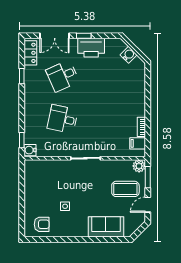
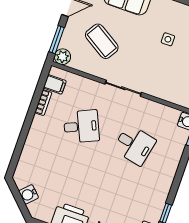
desk: (63, 76) -> (81, 126), moved
coffee table: (125, 189) -> (102, 41), moved, turned 32

